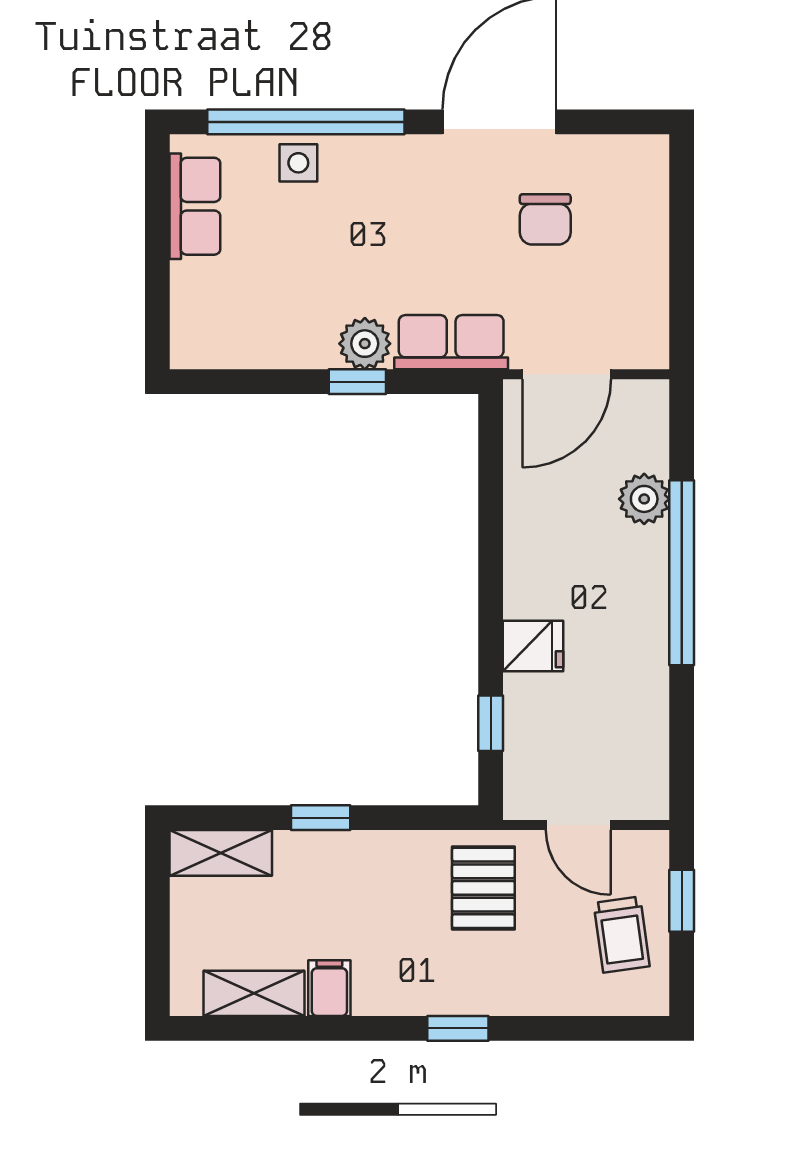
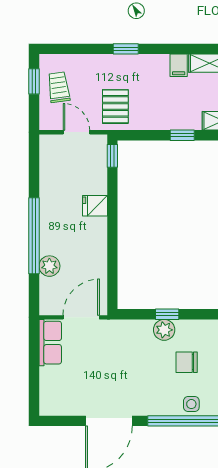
chair: (545, 219) -> (187, 362), moved, turned -90
row of seats: (451, 342) -> (50, 343), moved, turned -90
window: (491, 723) -> (112, 156), moved
window: (682, 901) -> (34, 81), moved

